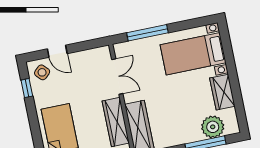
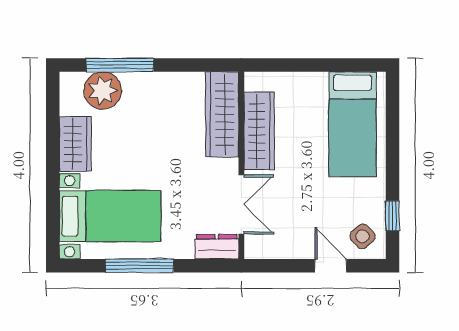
window: (147, 33) -> (139, 266), moved
dresser: (127, 49) -> (217, 247), added
double door: (117, 77) -> (241, 204), swing flipped

